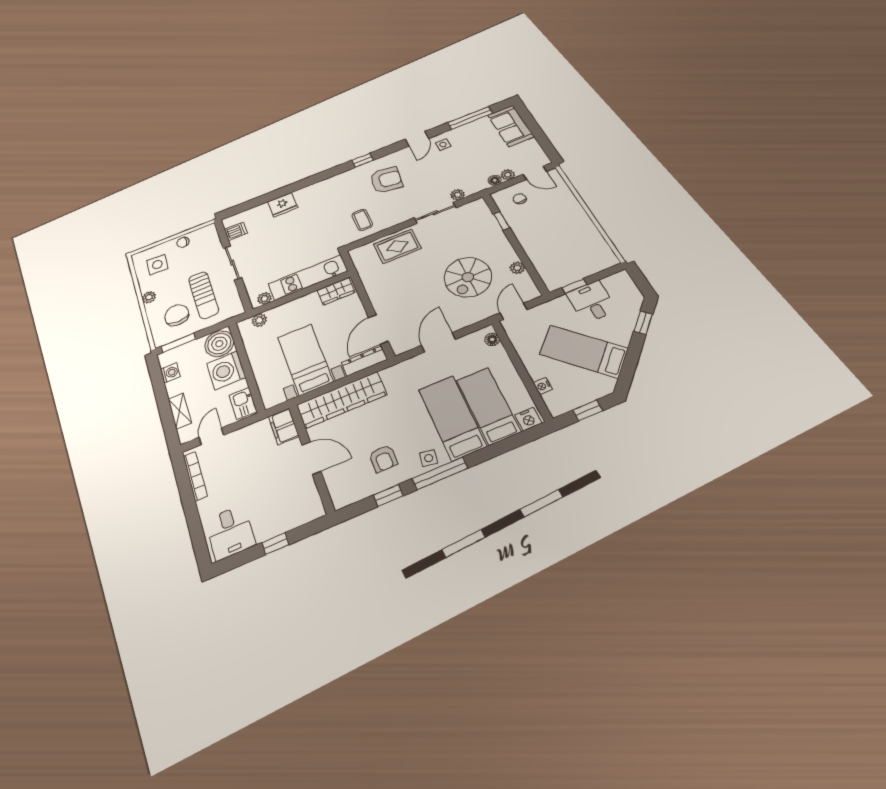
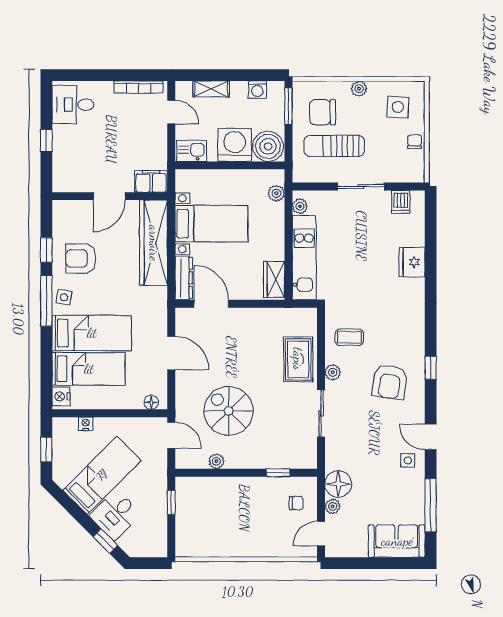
floor lamp: (495, 180) -> (338, 484), width x1.89, depth x1.89
plant: (458, 195) -> (333, 372), moved
desk: (592, 302) -> (115, 515), moved, turned 135
chair: (177, 315) -> (322, 112), turned 180
armchair: (383, 459) -> (81, 258), width x1.38, depth x1.38

